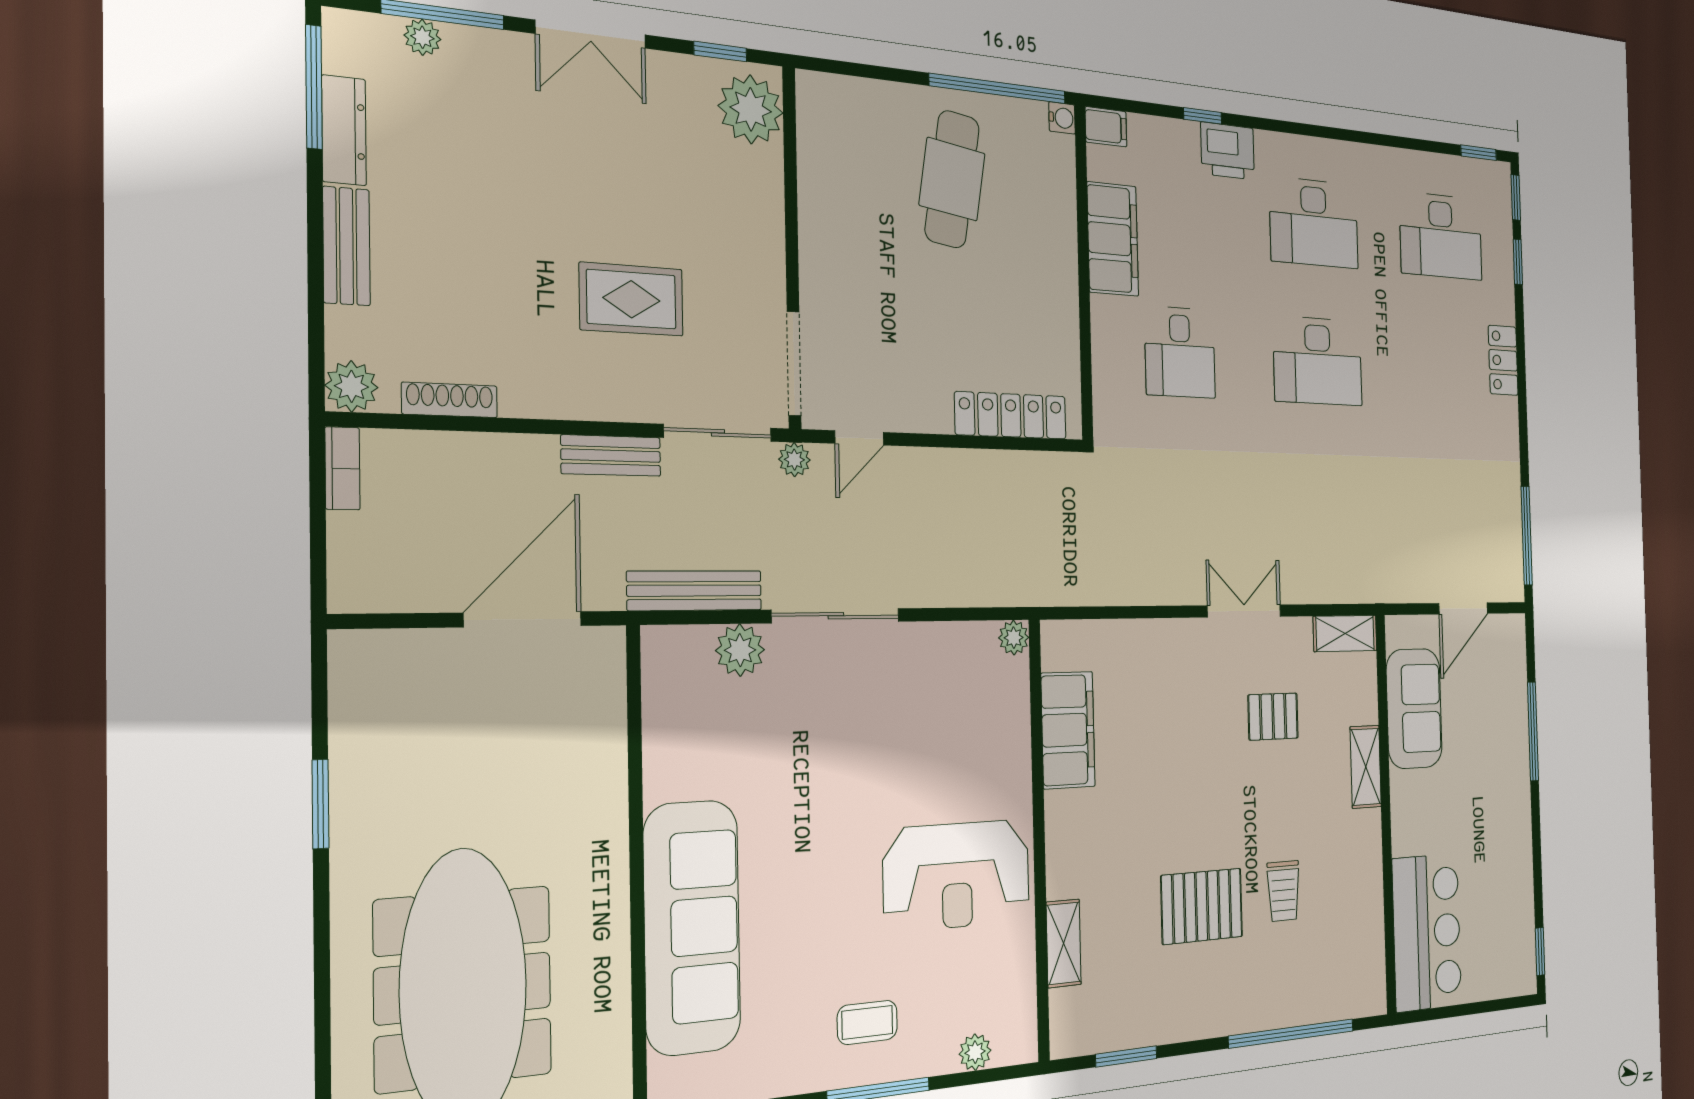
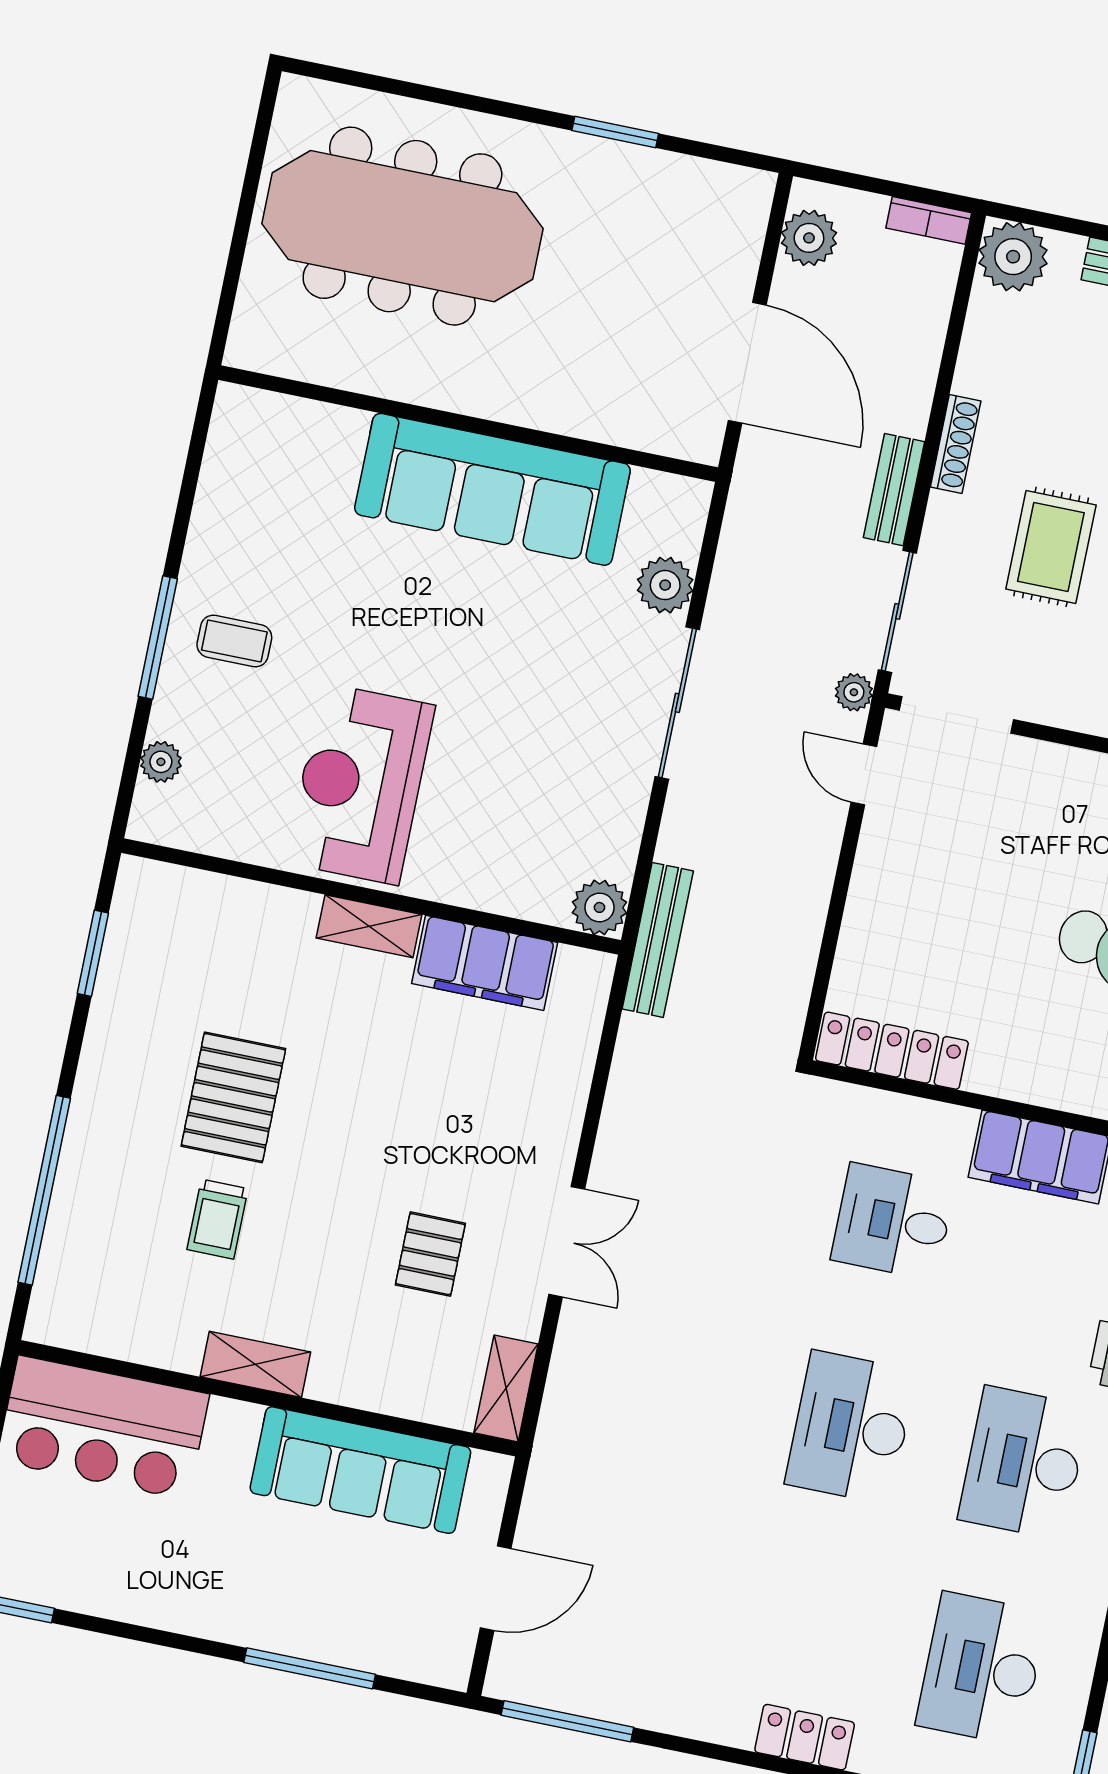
plant: (351, 386) -> (1013, 257), width x1.36, depth x1.36
shoe rack: (450, 400) -> (956, 444), moved
locker: (1011, 415) -> (892, 1051), moved, turned -90
plant: (387, 585) -> (809, 238), added
bench: (695, 591) -> (658, 940), moved
door: (1463, 608) -> (496, 1588), swing flipped
plant: (1014, 638) -> (599, 907), width x1.38, depth x1.38
sofa: (1414, 708) -> (360, 1470), width x1.36
shelving: (1366, 767) -> (255, 1364), moved
trolley: (1283, 891) -> (218, 1219), turned -90
sofa: (692, 927) -> (492, 489), moved
shelving: (1064, 943) -> (369, 926), moved
coffee table: (867, 1022) -> (234, 641), turned 90

